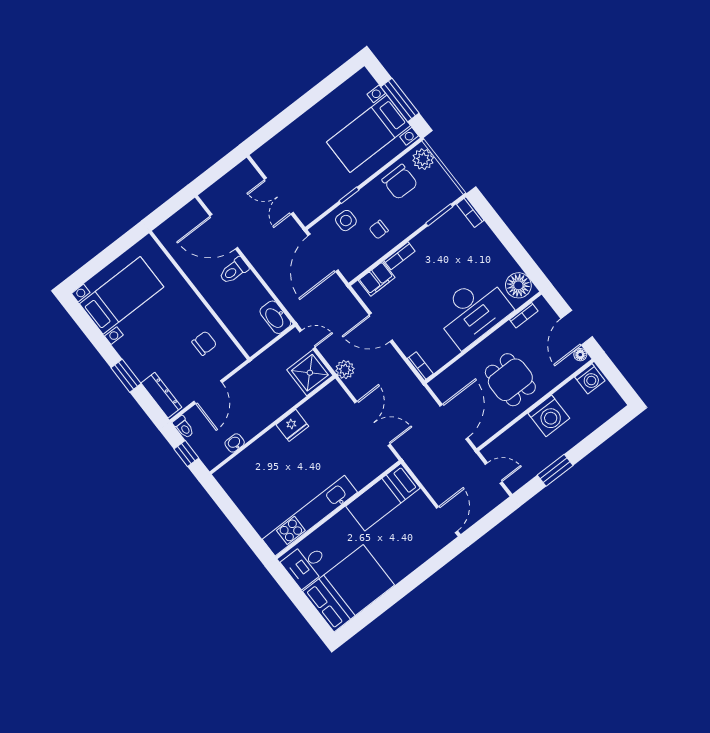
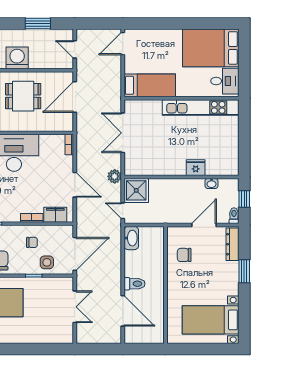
dining table: (510, 380) -> (23, 96), turned 90
fridge: (292, 425) -> (196, 168), moved

